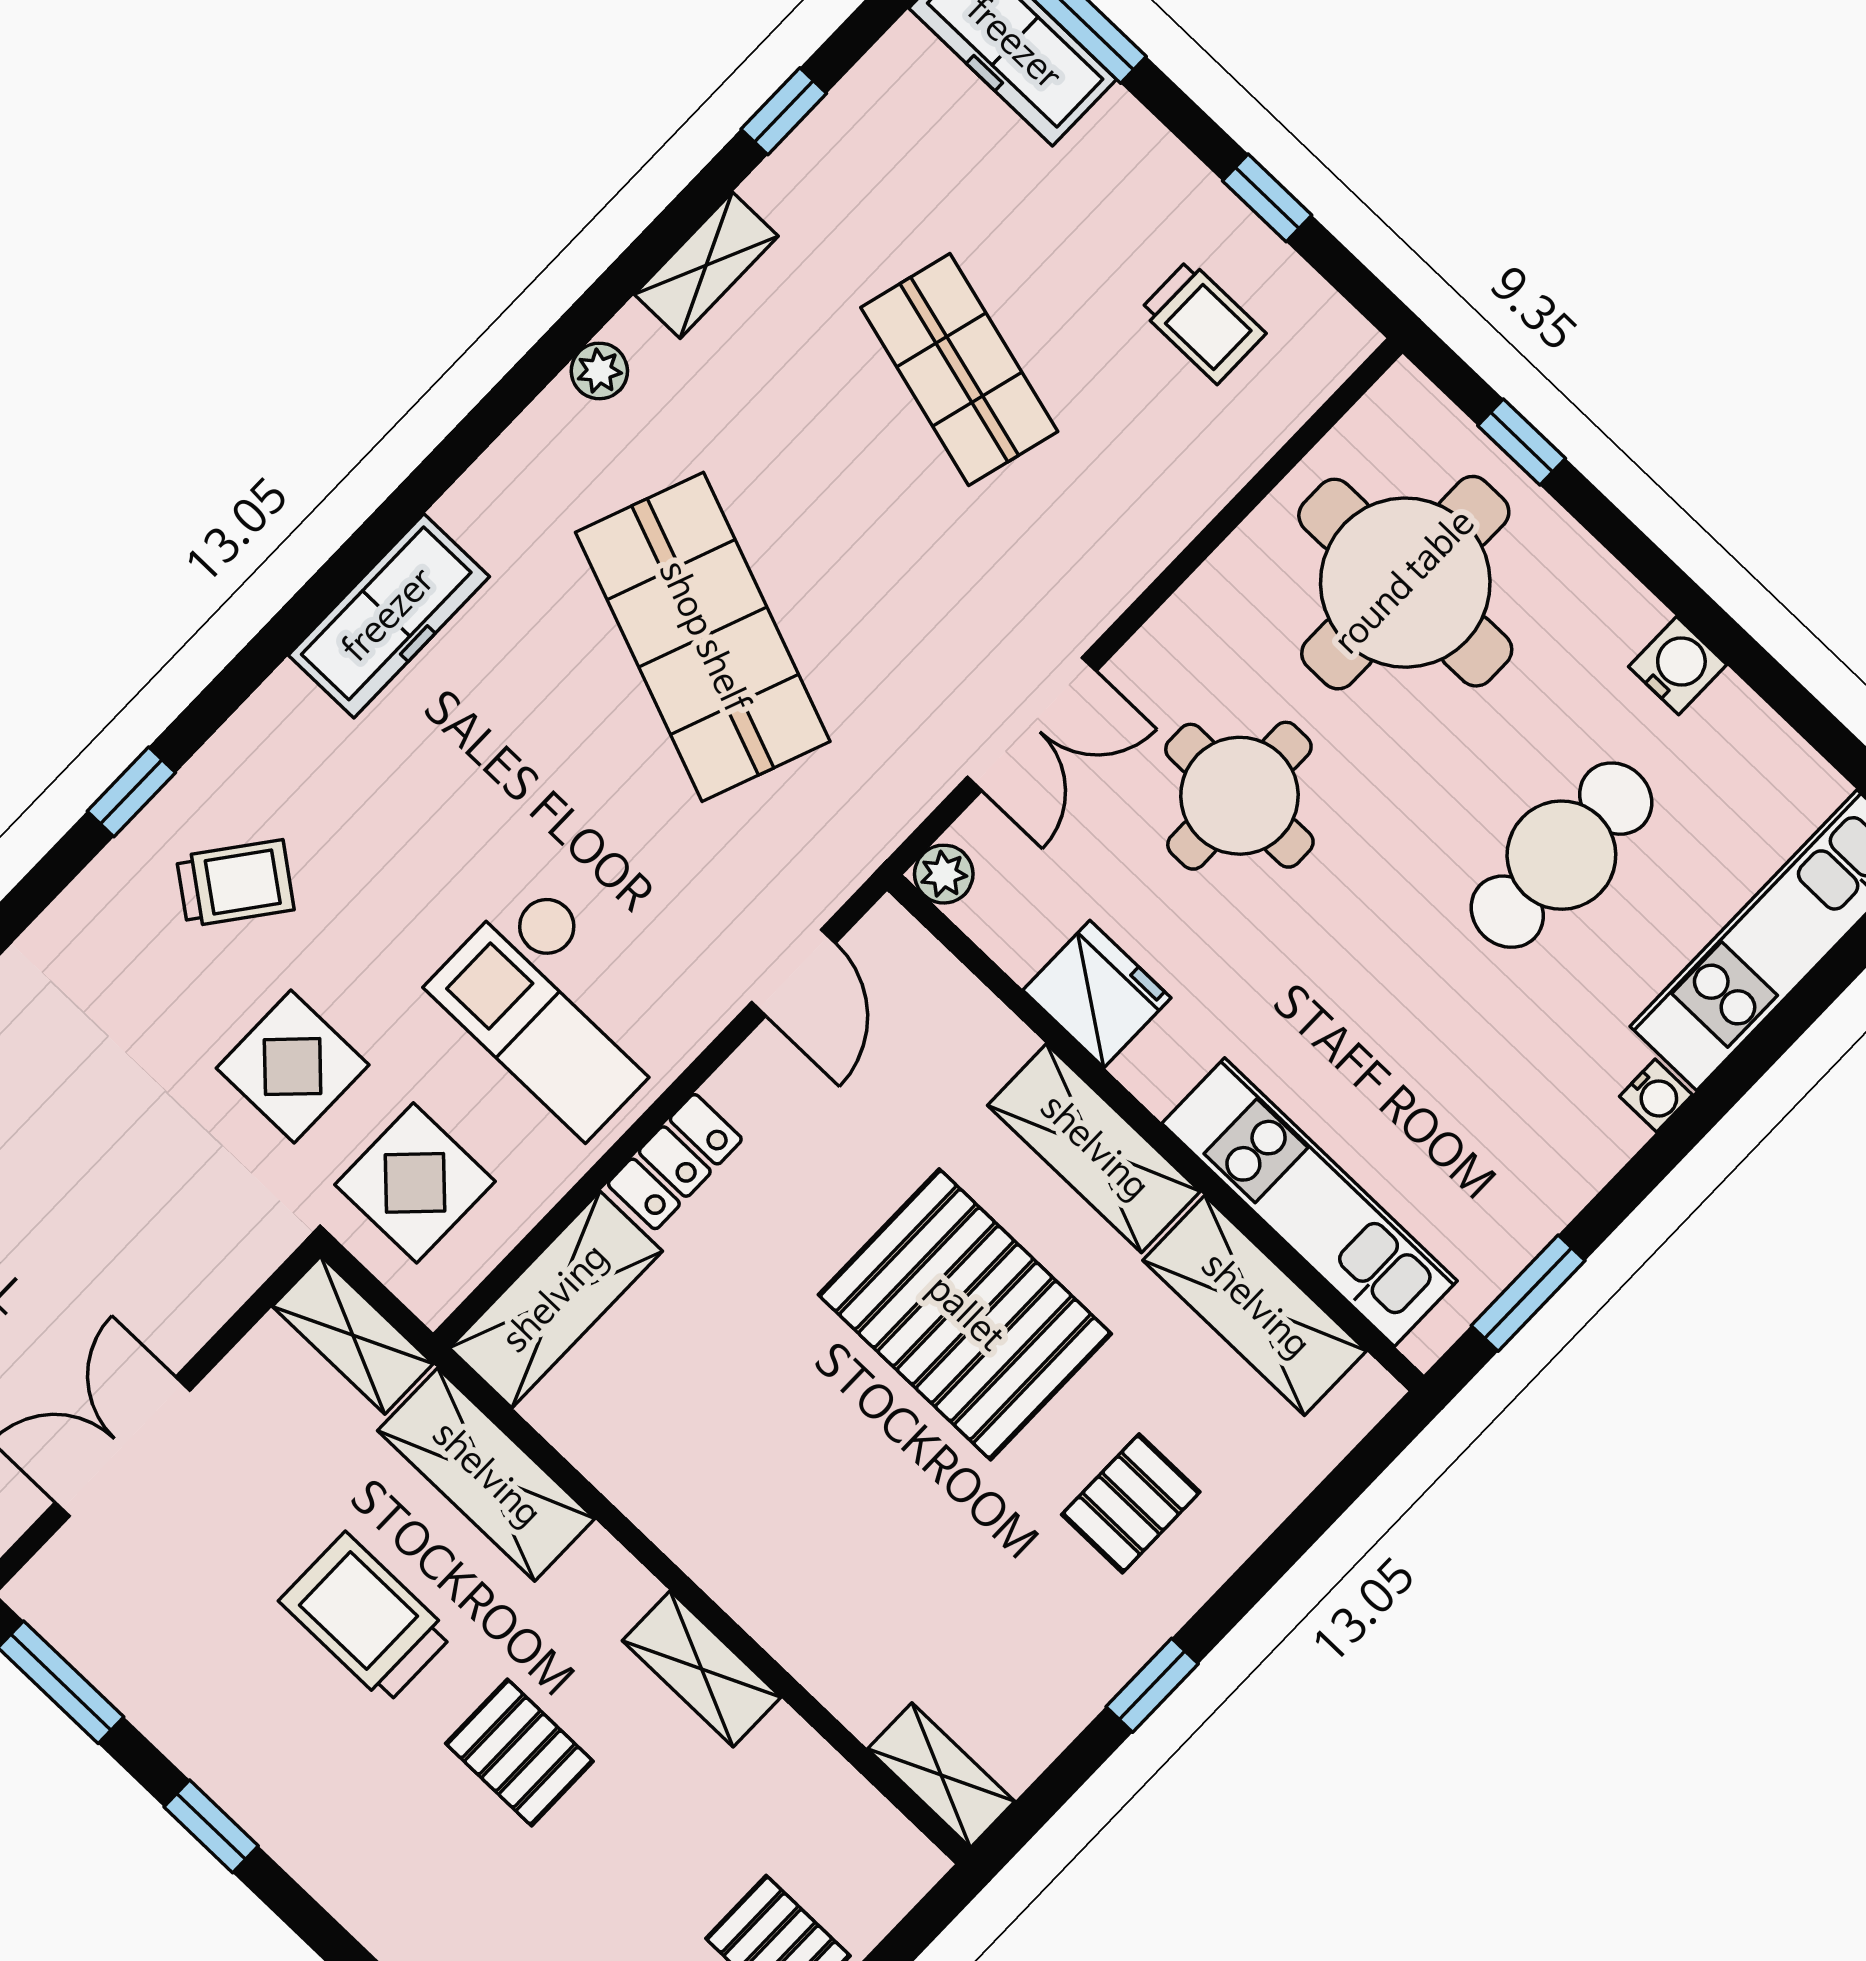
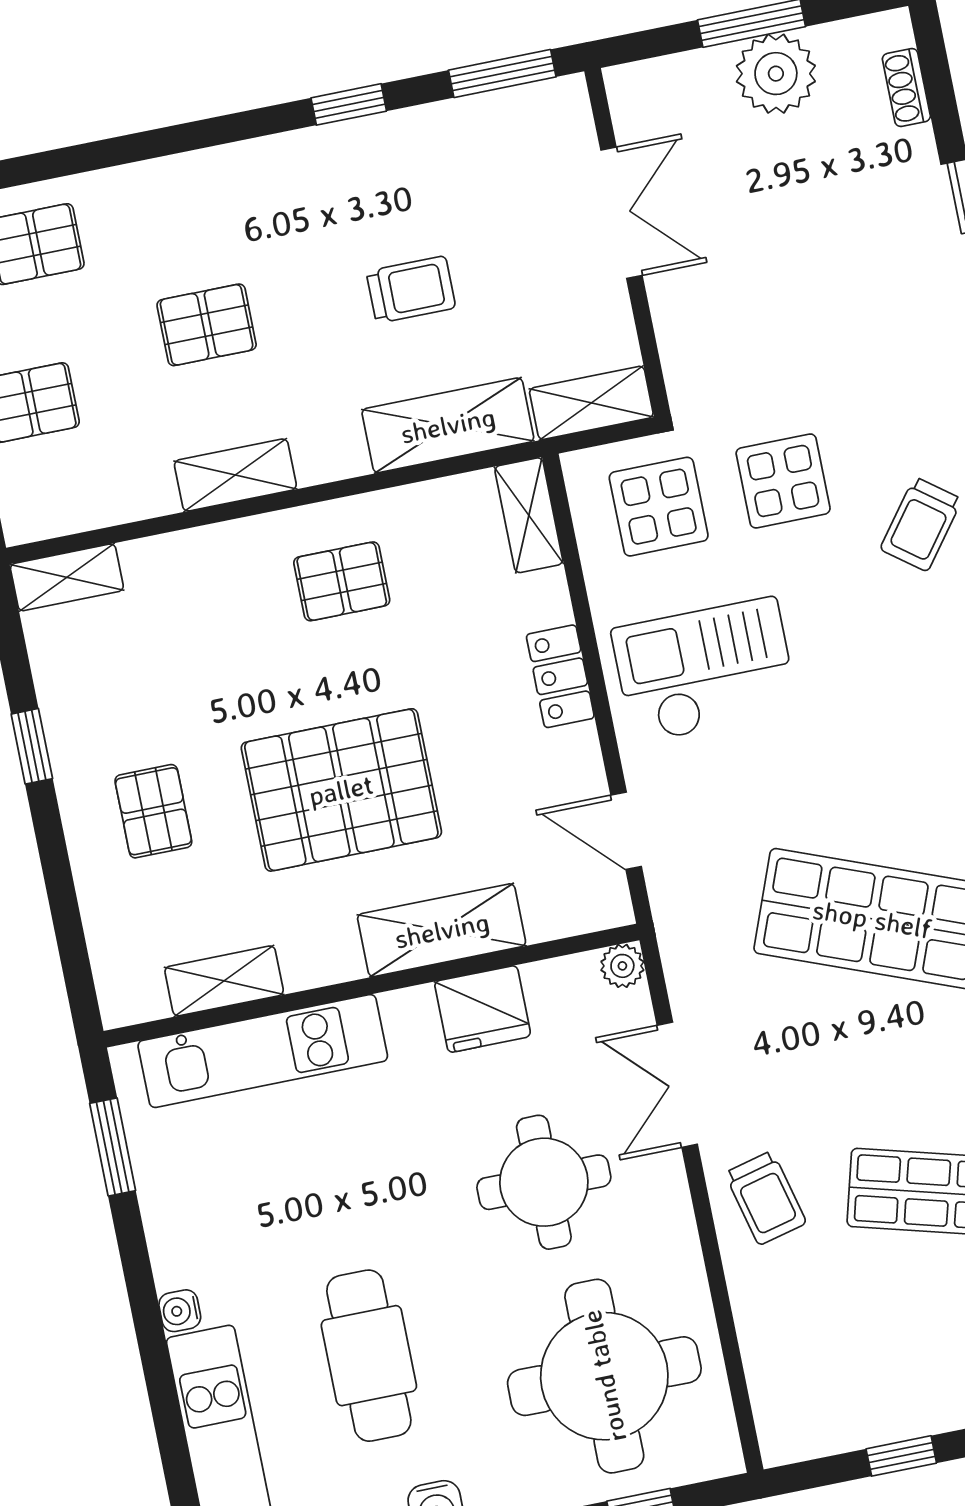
trolley: (1203, 322) -> (766, 1198), moved, turned -104
shelving: (1094, 1148) -> (442, 930), moved
shelving: (556, 1299) -> (529, 515), width x0.67, depth x0.75
shelving: (1255, 1306) -> (224, 981), width x0.67, depth x0.75
pallet: (737, 1472) -> (342, 581), added
trolley: (366, 1618) -> (411, 290), width x0.73, depth x0.72
pallet: (519, 1752) -> (207, 325), moved

